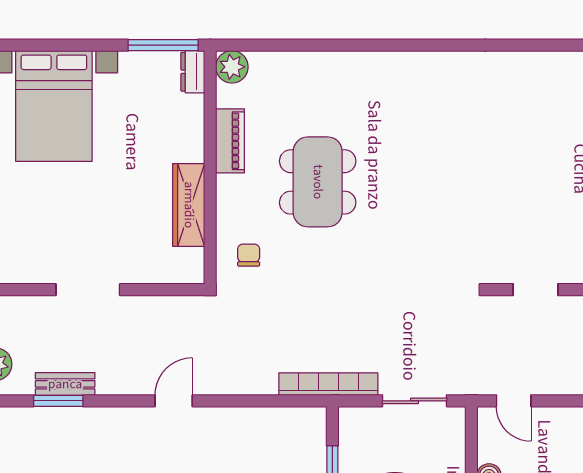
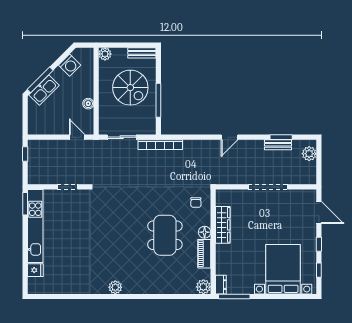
plant: (429, 66) -> (115, 287), added
floor lamp: (229, 189) -> (205, 232), added
doorway: (88, 290) -> (268, 187), width x1.36

